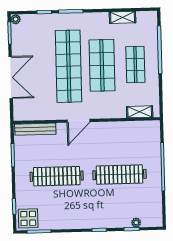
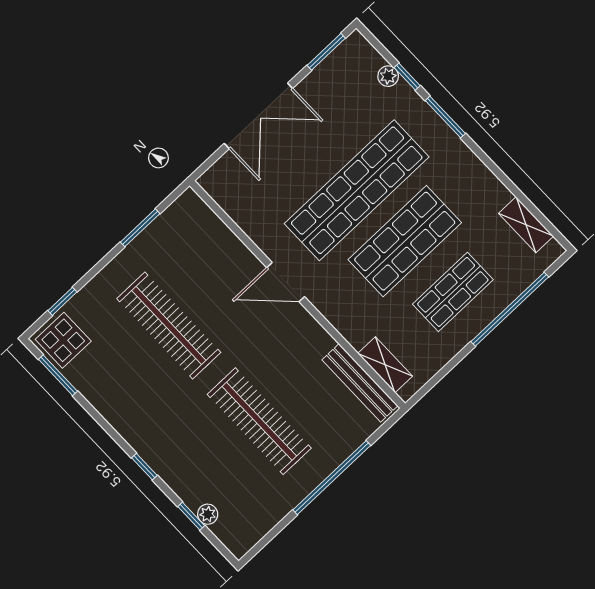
shelving: (123, 17) -> (526, 225), moved
plant: (16, 19) -> (388, 76), moved
bench: (35, 129) -> (360, 383), moved

